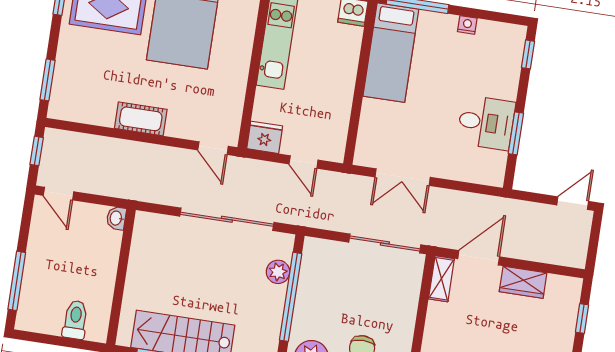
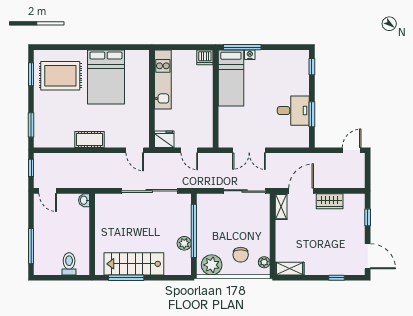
nightstand: (467, 25) -> (250, 55), moved
plant: (278, 272) -> (184, 243), moved

